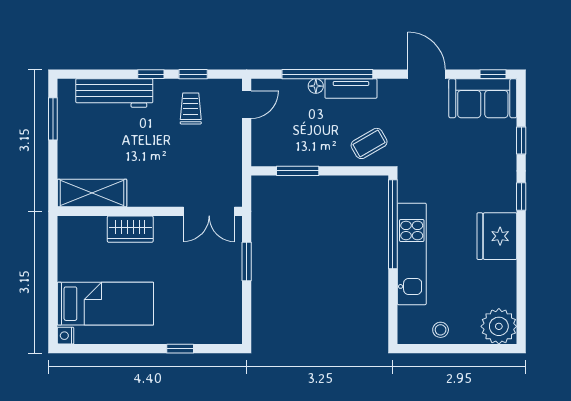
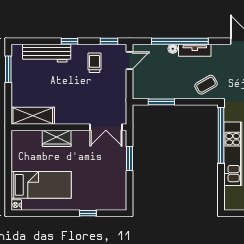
window: (193, 74) -> (109, 41), moved

